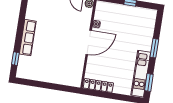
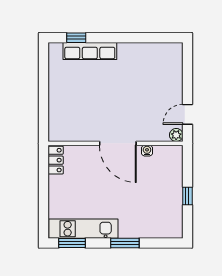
row of seats: (28, 38) -> (90, 51), moved
locker: (98, 85) -> (56, 160), width x0.66

